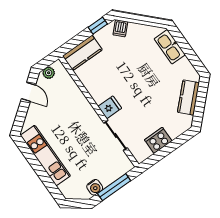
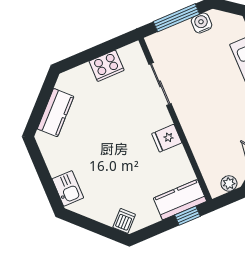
window: (98, 26) -> (188, 216), moved
kitchen sink: (170, 47) -> (68, 188), width x0.73
fridge: (110, 107) -> (167, 138), moved

